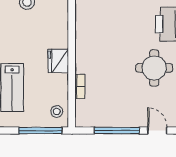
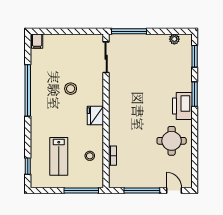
fridge: (58, 61) -> (95, 116), moved
stool: (57, 111) -> (90, 156), moved

